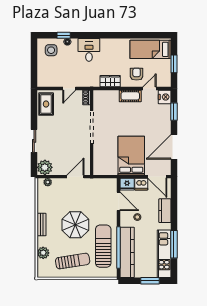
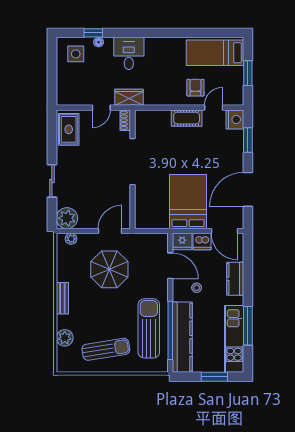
wardrobe: (110, 81) -> (129, 97), moved
parasol: (75, 225) -> (109, 269), moved

